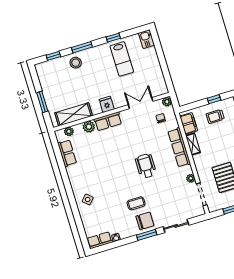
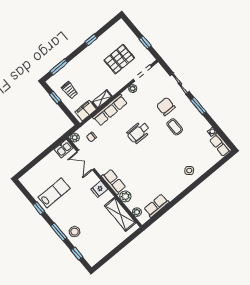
kitchen sink: (147, 39) -> (64, 148), moved
window: (42, 102) -> (121, 246), removed
chair: (145, 221) -> (166, 107), moved

